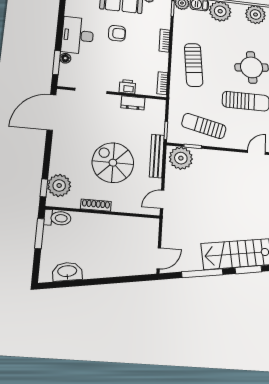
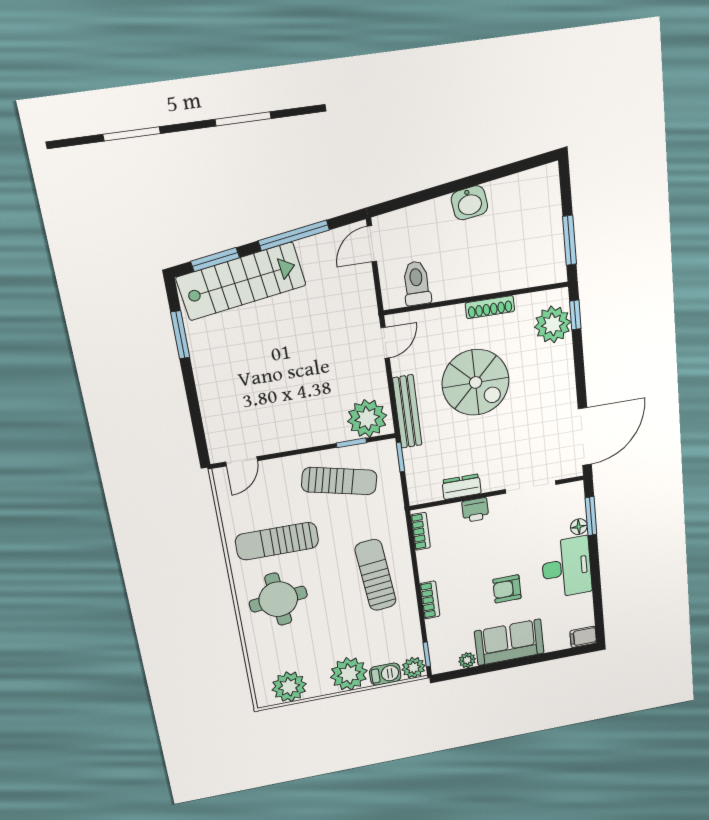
toilet: (57, 218) -> (417, 283), moved, turned 90
washbasin: (67, 272) -> (469, 203), moved, width x0.72

